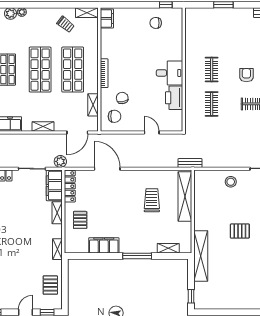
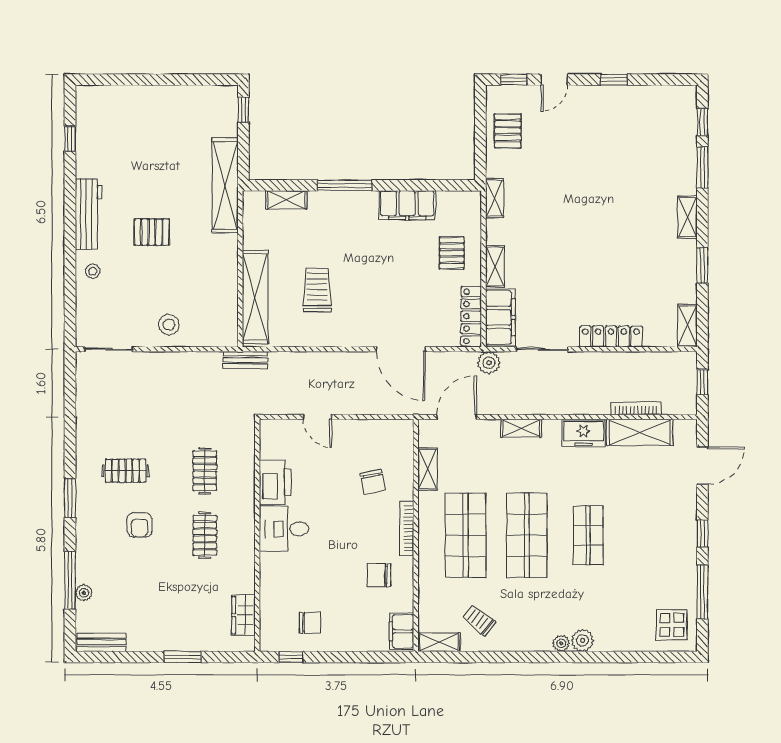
wardrobe: (191, 27) -> (243, 615), added
chair: (114, 116) -> (379, 575), moved
trolley: (152, 200) -> (317, 290), turned 180

